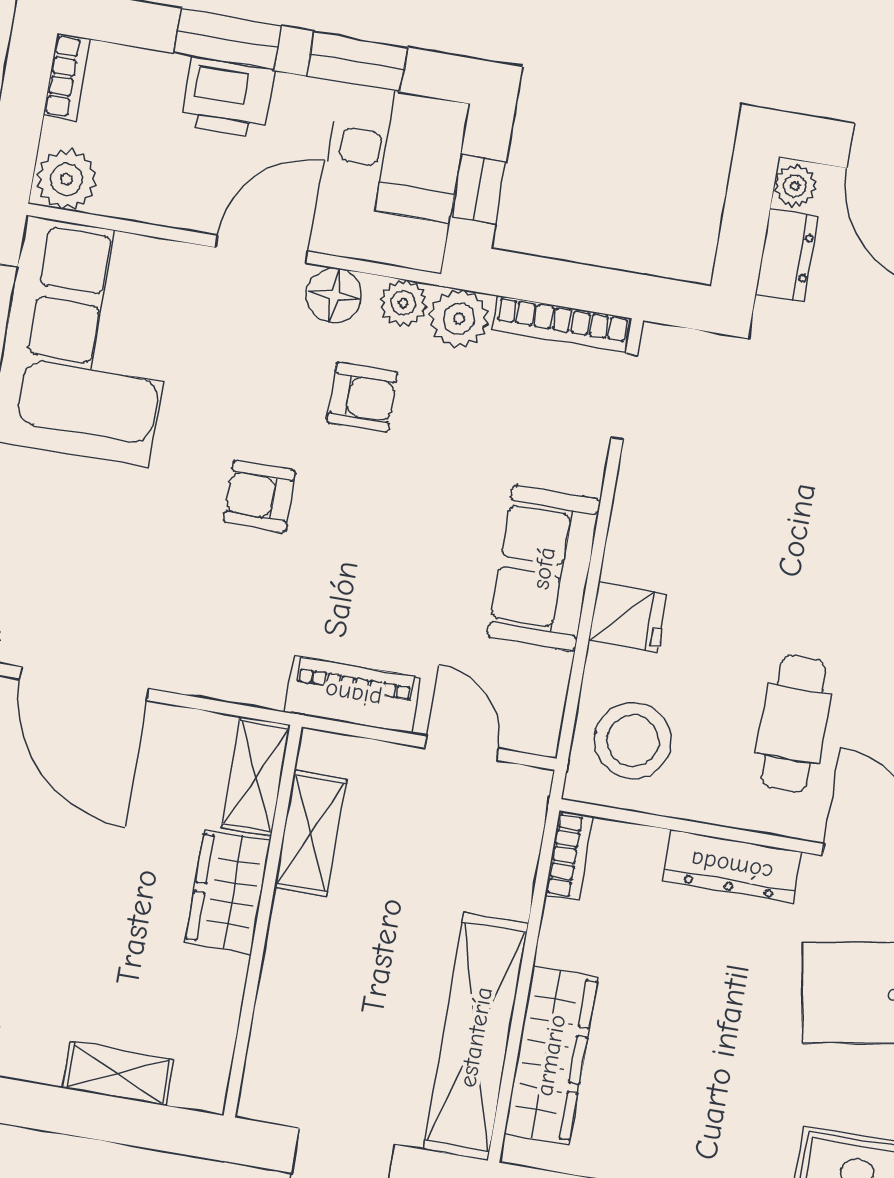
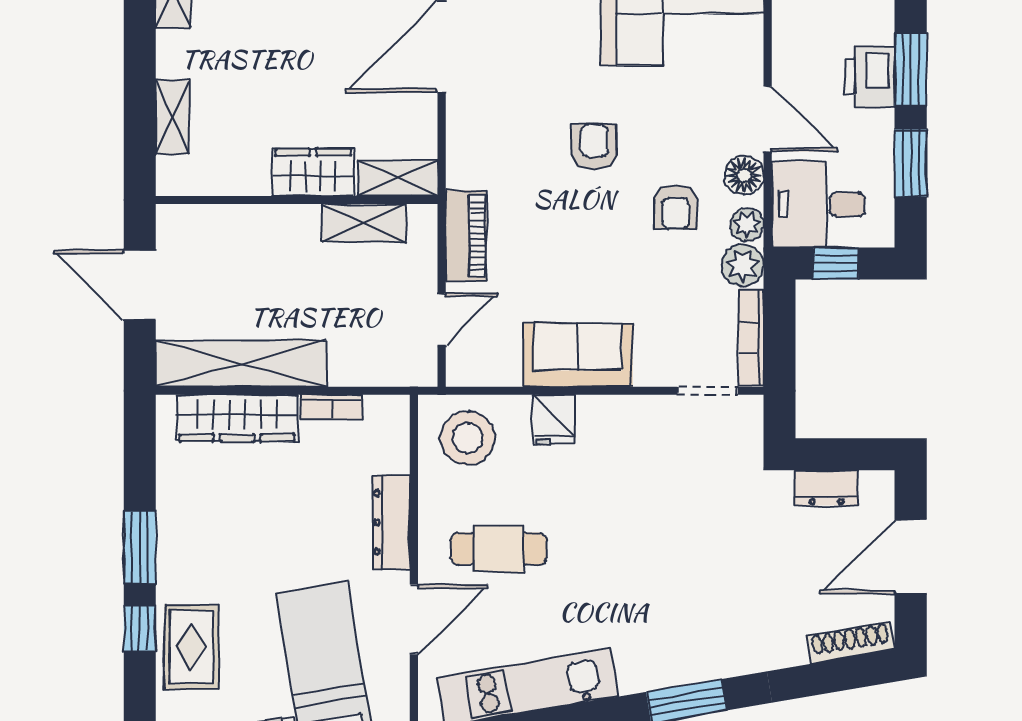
desk: (395, 152) -> (818, 204), moved, turned 90
plant: (795, 186) -> (876, 485), removed
bookcase: (569, 856) -> (332, 407), moved

